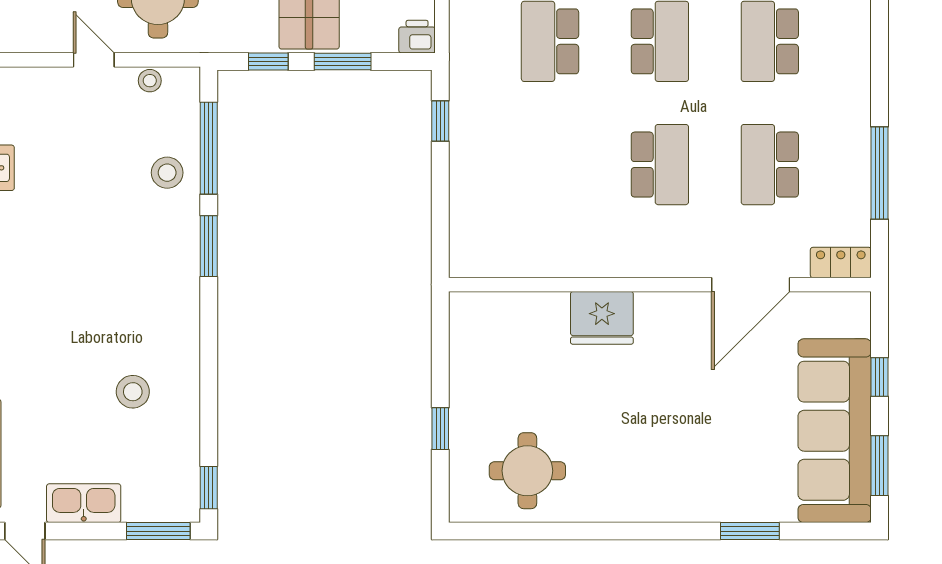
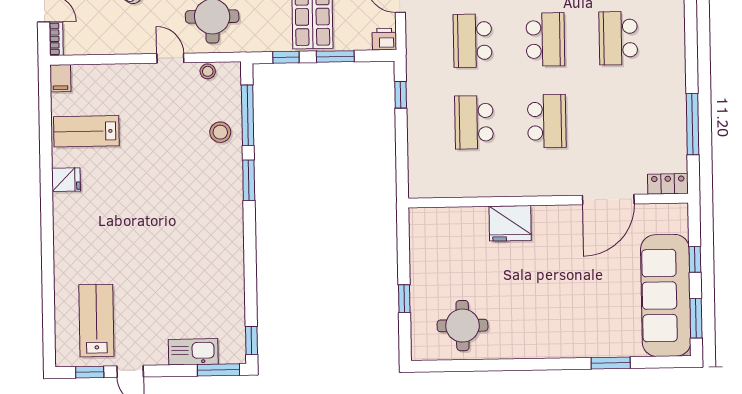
school desk: (770, 165) -> (474, 122), moved
stool: (133, 392) -> (200, 278), removed
kitchen sink: (84, 503) -> (193, 352), moved

